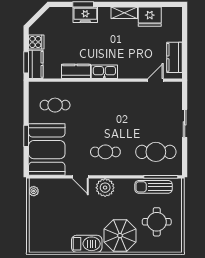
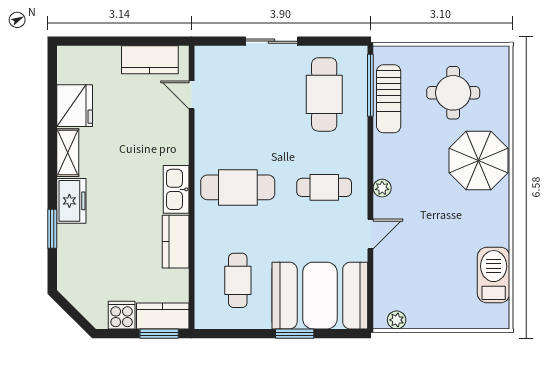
freezer: (85, 15) -> (71, 201), moved
cafe table: (105, 105) -> (238, 187), added
cafe table: (105, 152) -> (324, 187), turned 90
plant: (105, 188) -> (382, 188), width x0.53, depth x0.53
barbecue: (87, 244) -> (494, 275), moved

